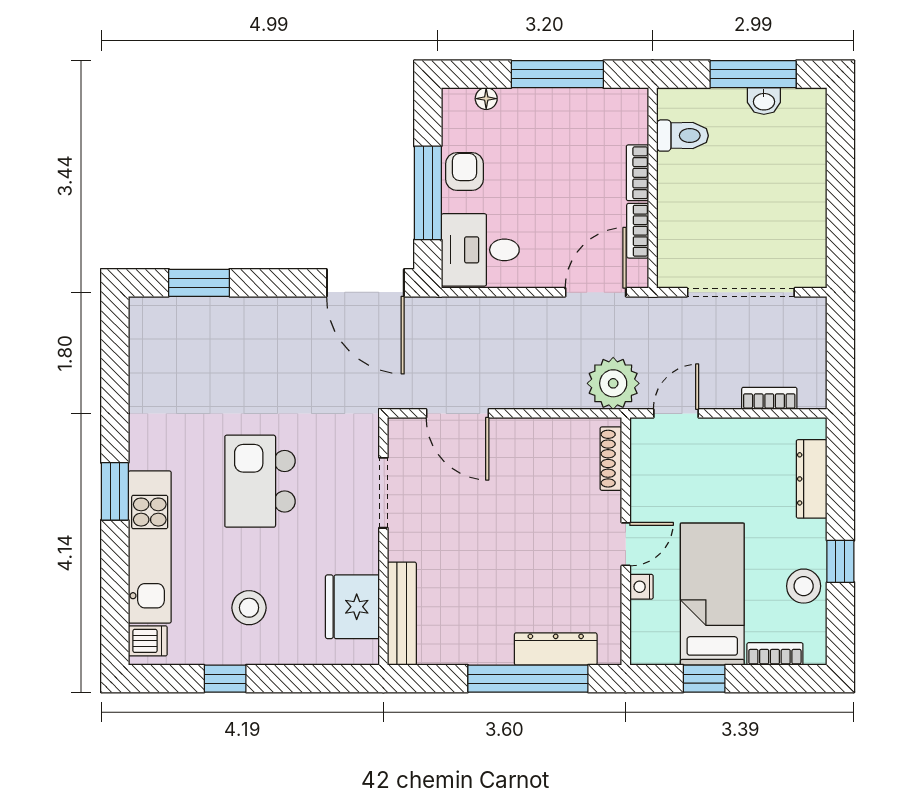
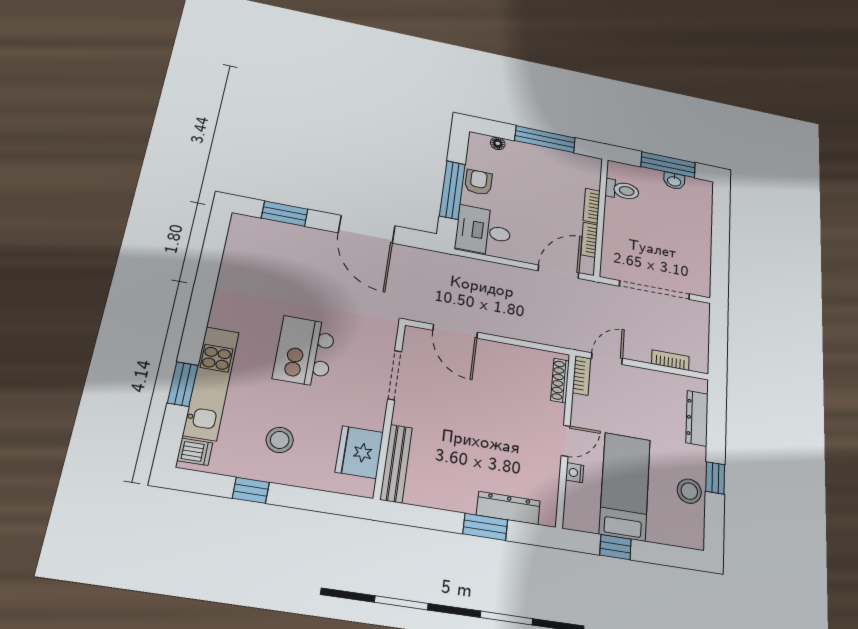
door: (365, 283) -> (367, 229), moved
plant: (613, 383) -> (566, 331), removed
window: (115, 491) -> (183, 384), moved
bookcase: (775, 654) -> (581, 375), moved, turned 90
window: (528, 679) -> (485, 527), width x0.47

